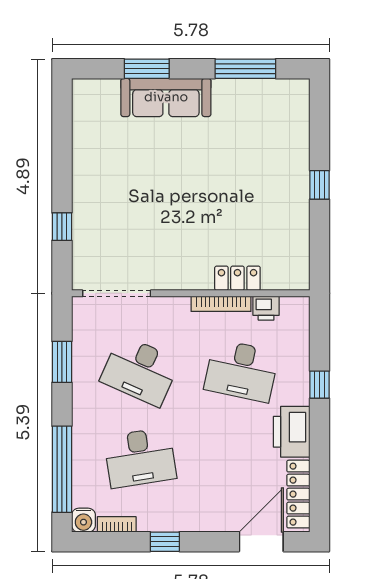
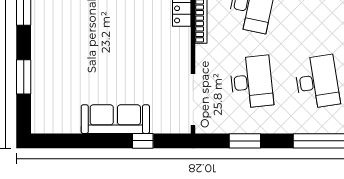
sofa: (166, 97) -> (115, 119), moved, turned -90
desk: (140, 371) -> (251, 82), turned -30

